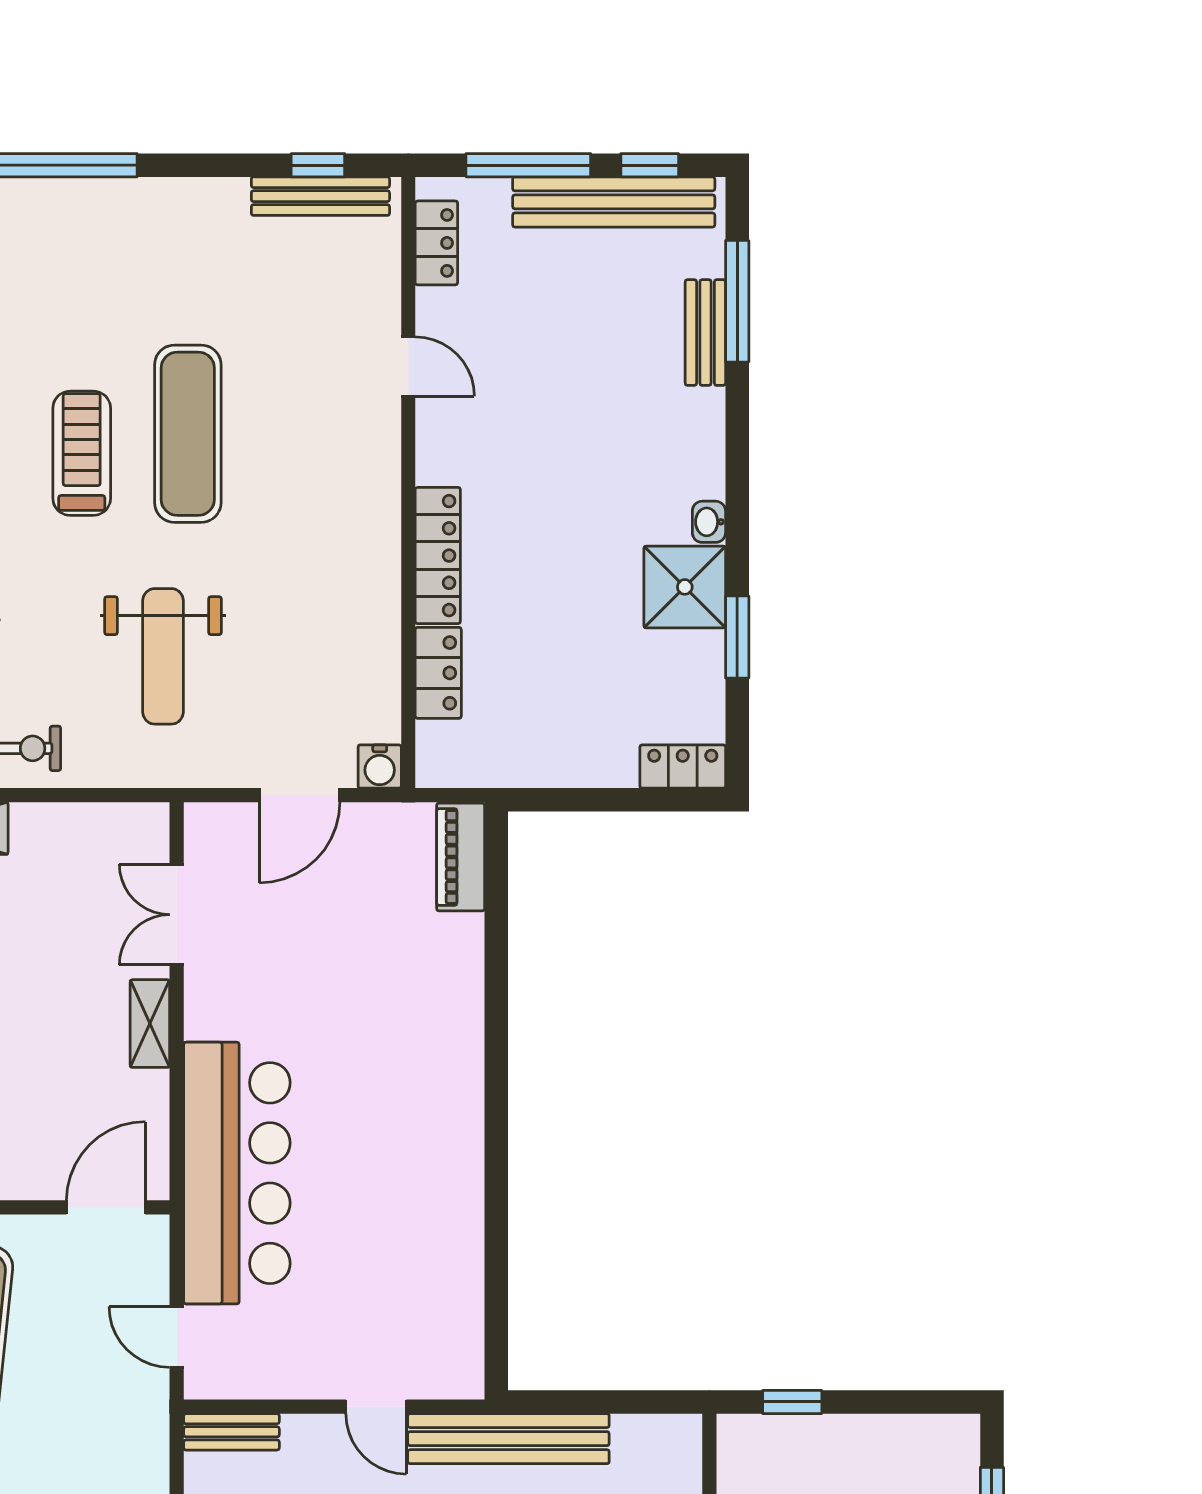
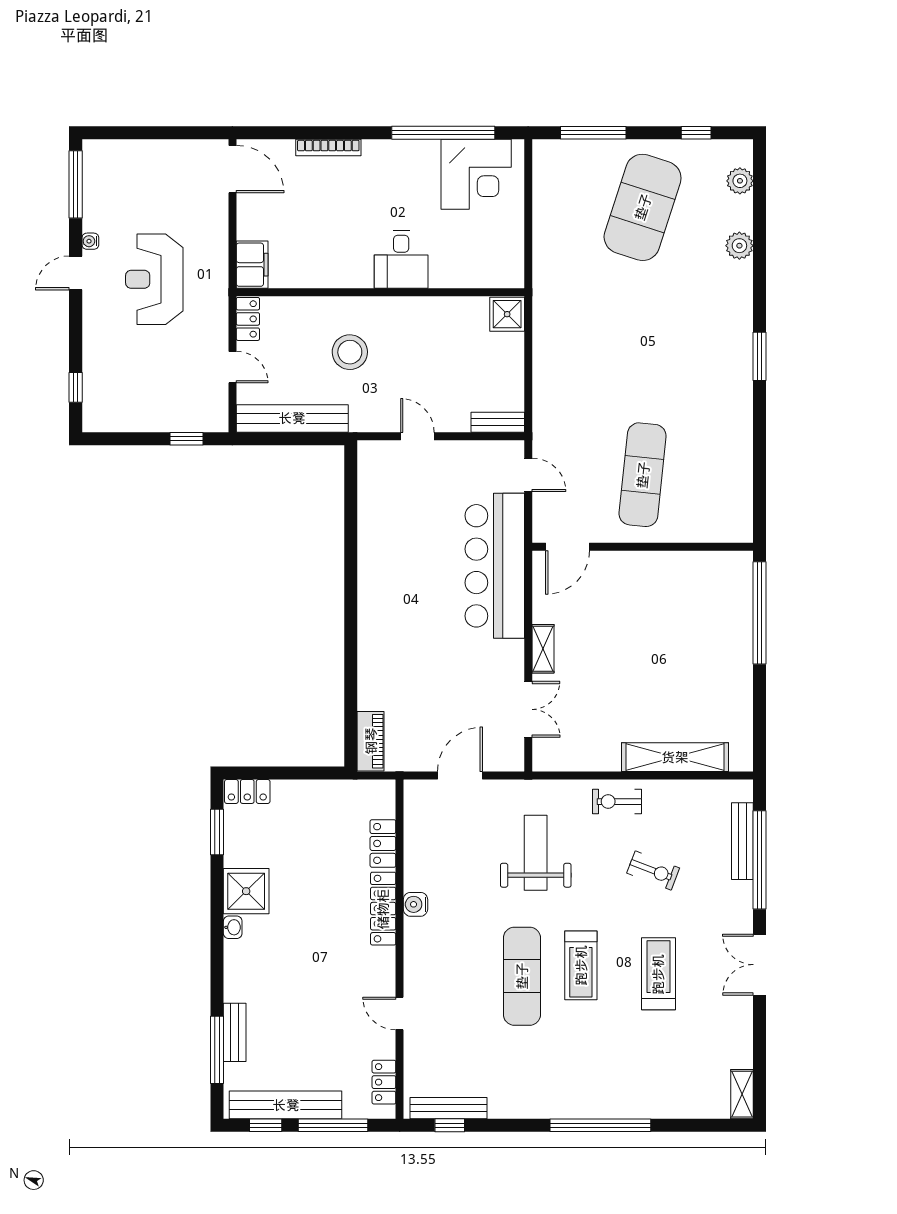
window: (737, 637) -> (217, 832), moved
water cooler: (380, 767) -> (415, 904), moved, turned -90
bench: (508, 1439) -> (292, 418), moved

